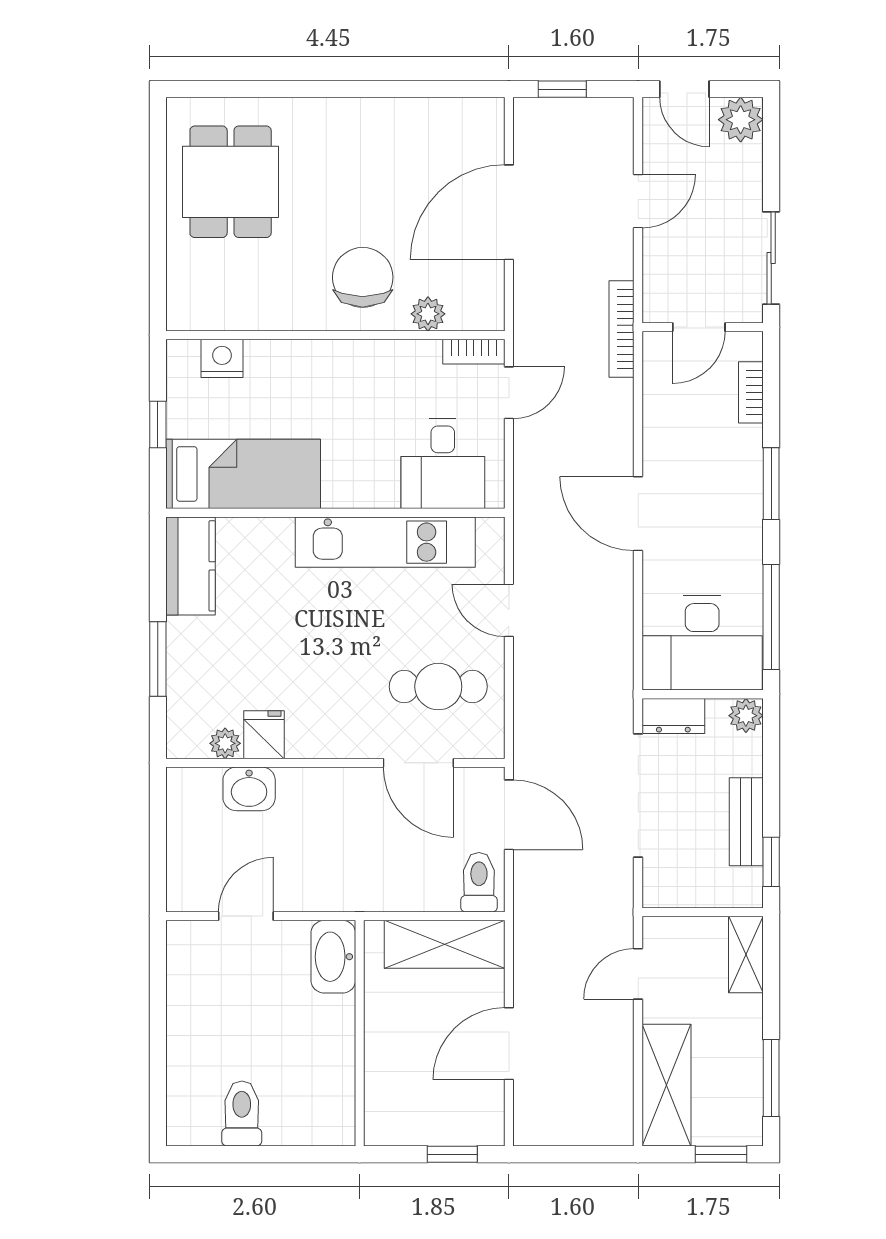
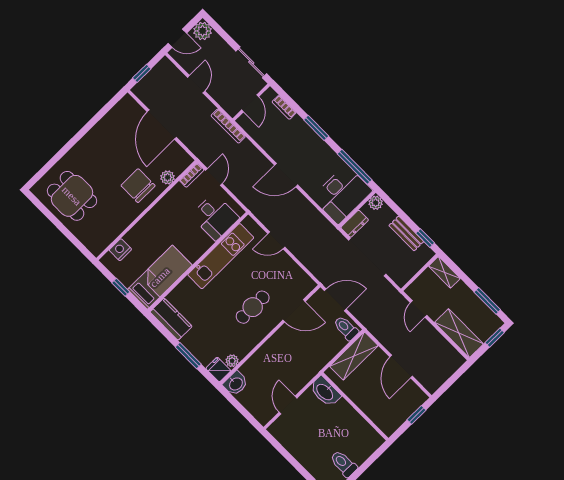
cafe table: (438, 687) -> (253, 307), moved
fridge: (264, 735) -> (218, 370), moved
washbasin: (249, 789) -> (236, 384), moved

